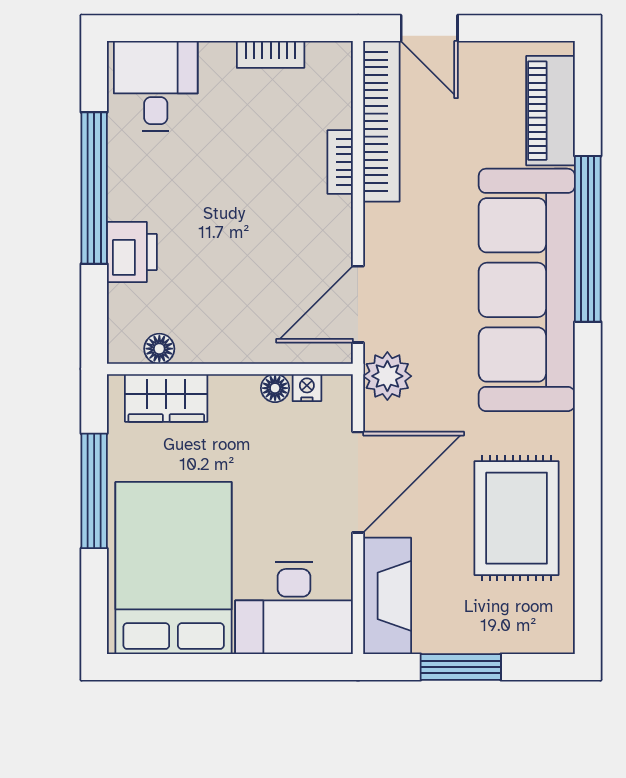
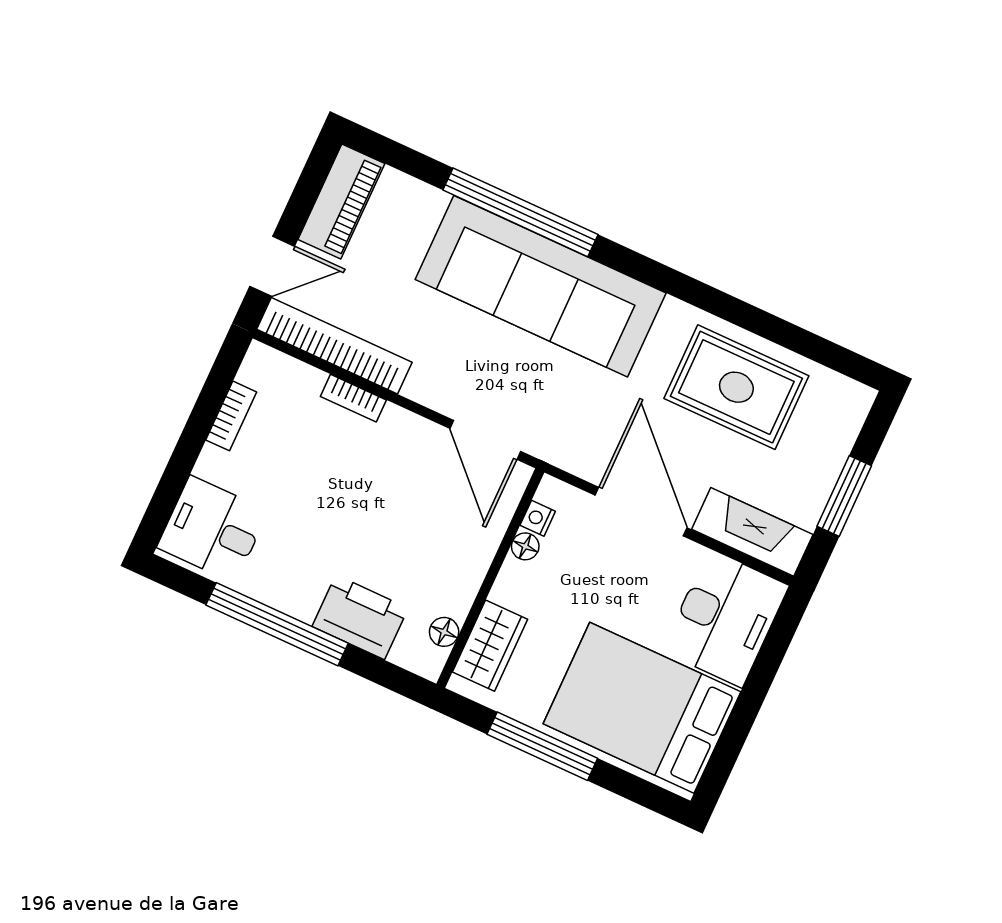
piano: (551, 111) -> (341, 202), moved, turned -90
printer: (132, 252) -> (360, 617), width x1.37, depth x1.19
plant: (387, 376) -> (560, 443), removed

